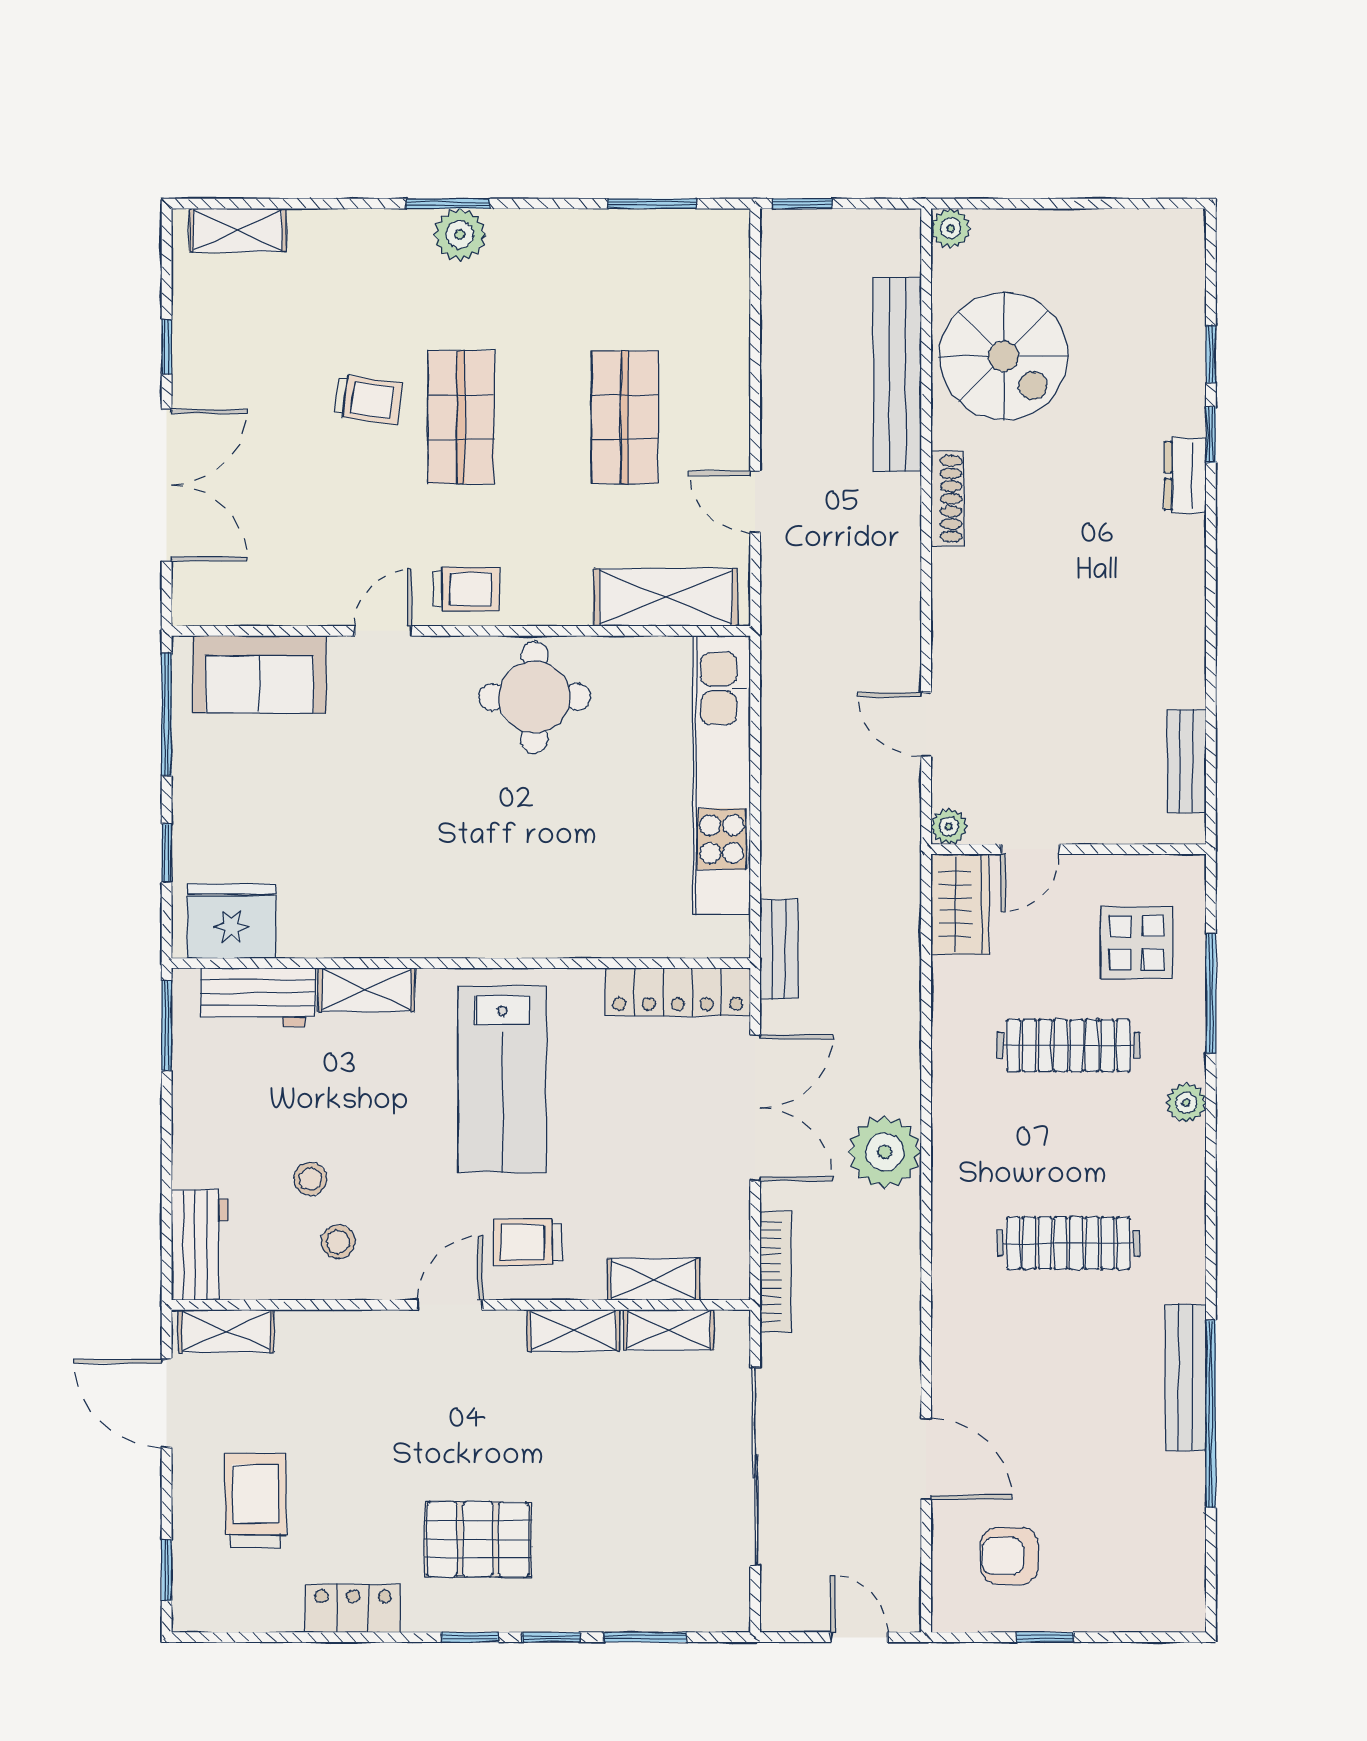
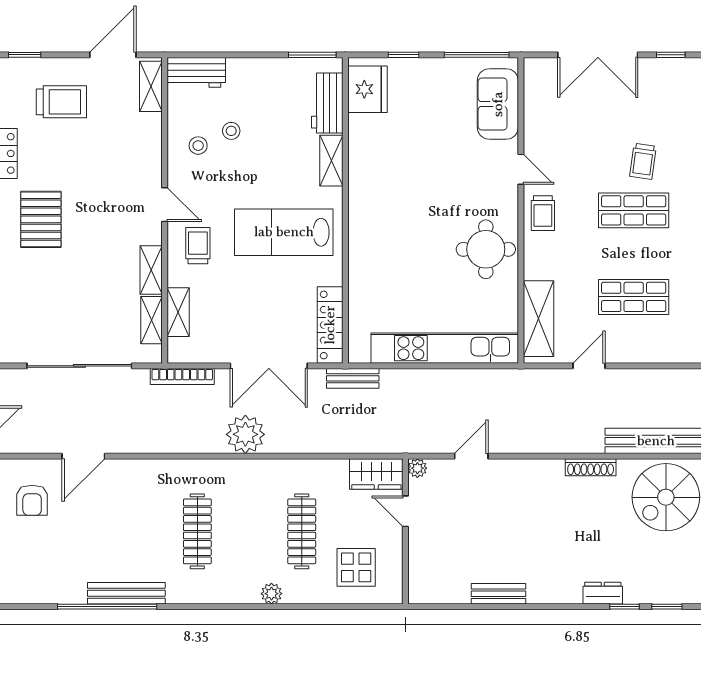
bench: (1186, 761) -> (499, 594), moved
window: (1211, 993) -> (329, 607), removed
armchair: (1010, 1556) -> (32, 500), turned 180

